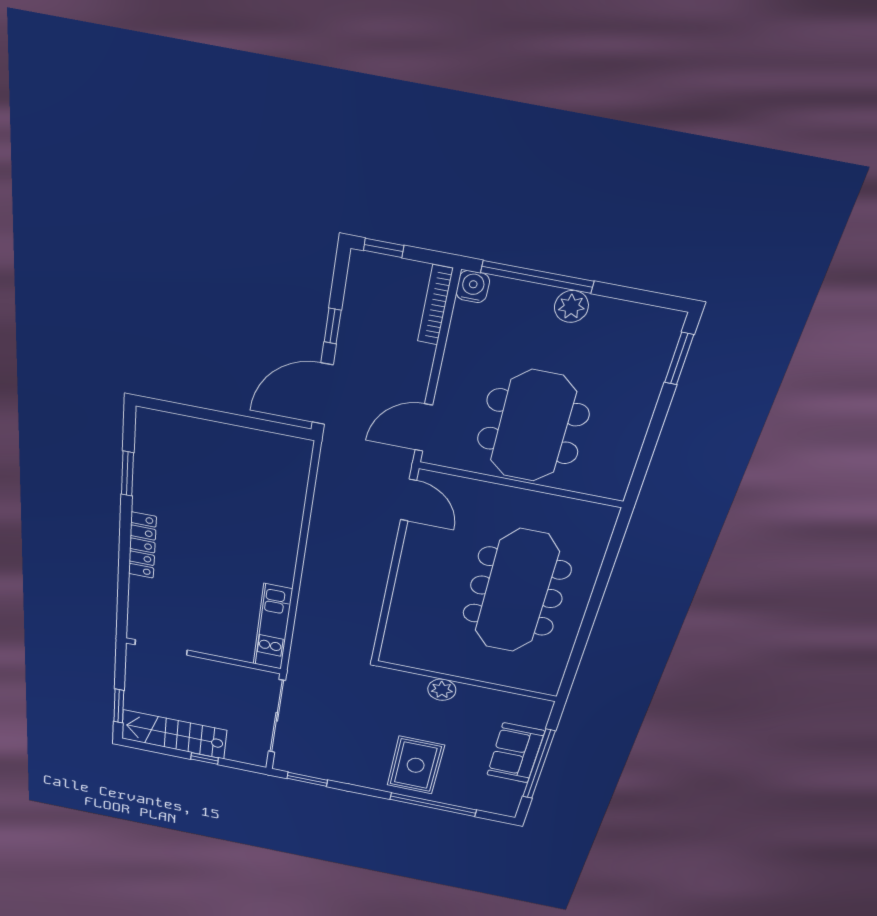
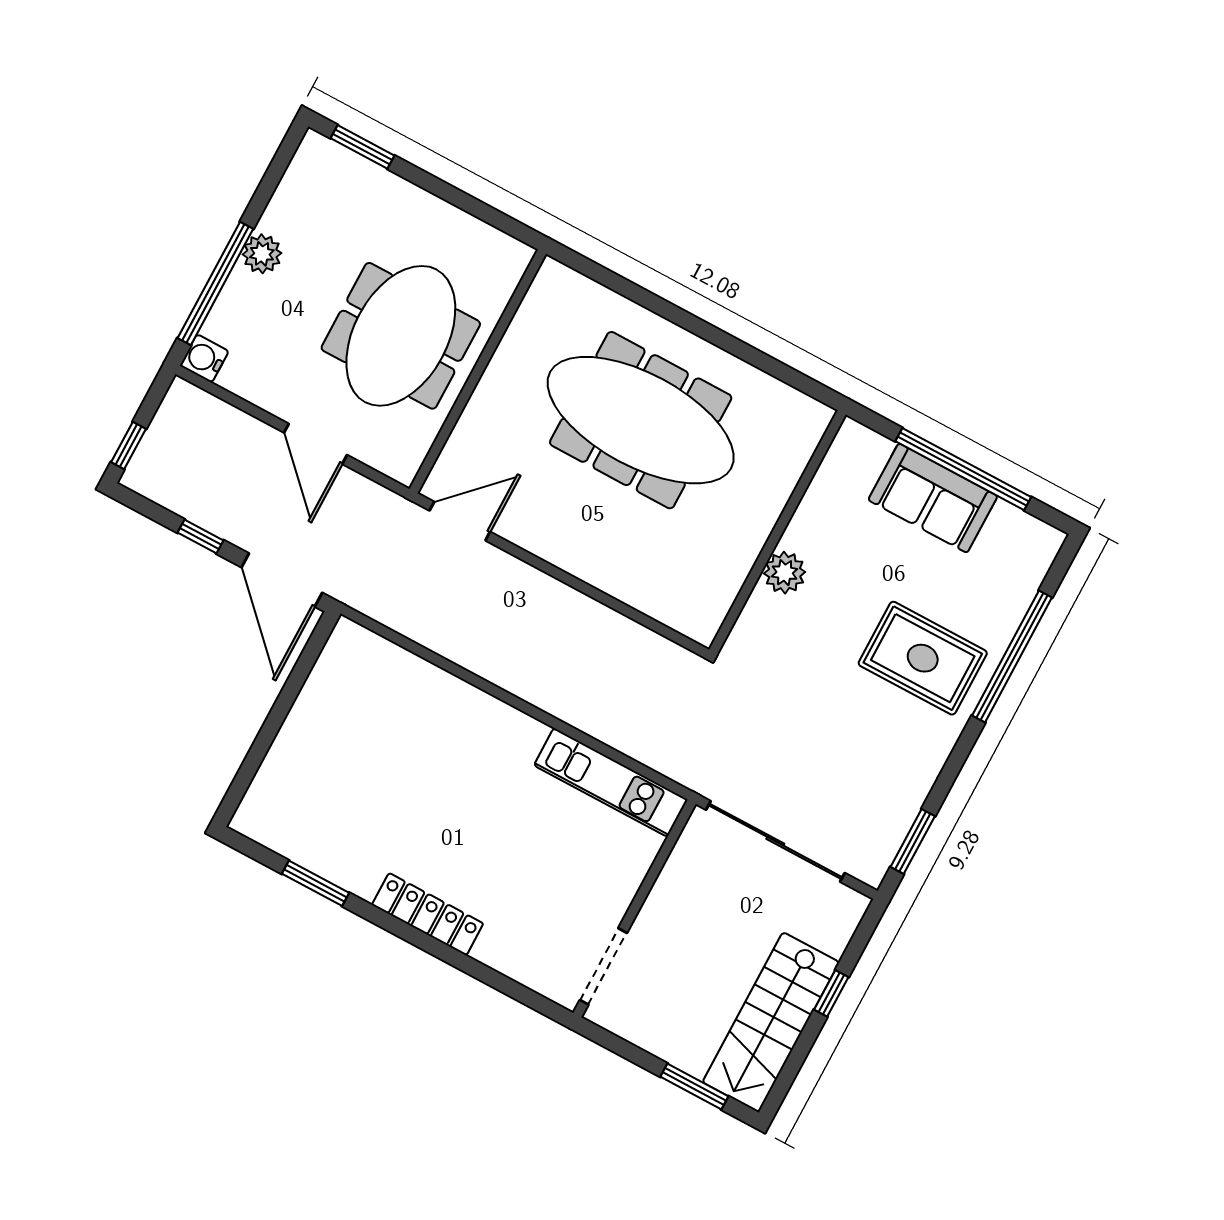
bookcase: (435, 305) -> (213, 408), removed
meeting table: (533, 427) -> (401, 336), turned 90
door: (424, 428) -> (316, 444), moved

